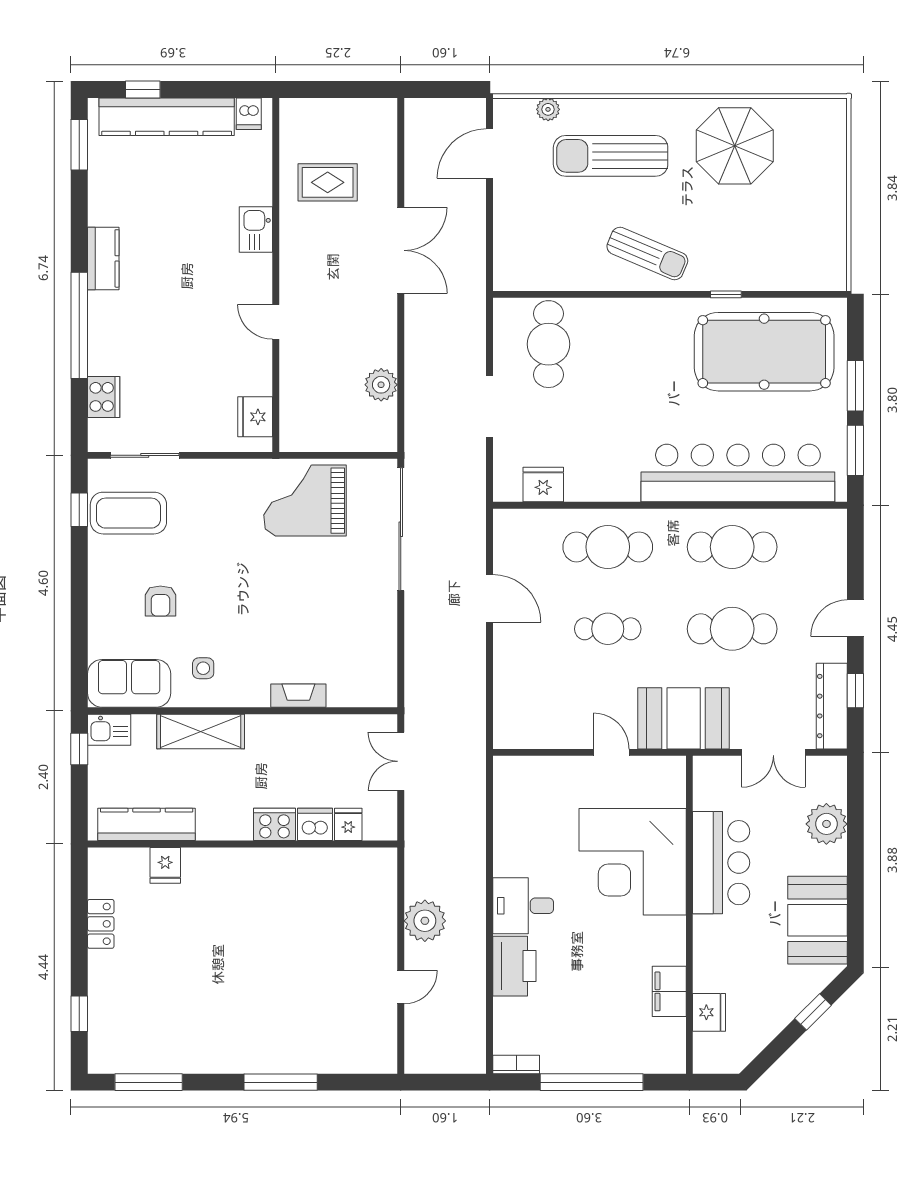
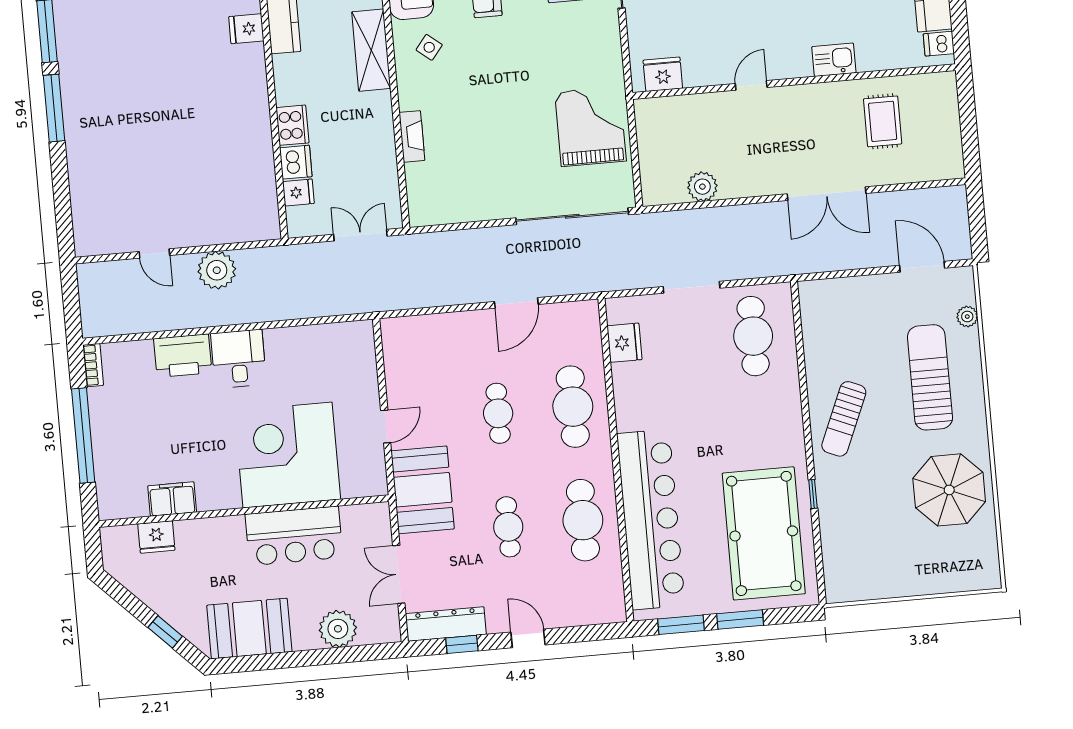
cafe table: (549, 344) -> (753, 336), turned 90
cafe table: (732, 629) -> (508, 527), width x0.73, depth x0.74
side table: (203, 668) -> (429, 47), turned 38
window: (281, 1082) -> (54, 108), moved

